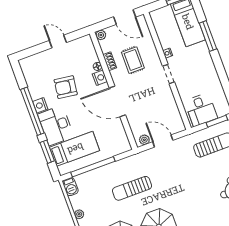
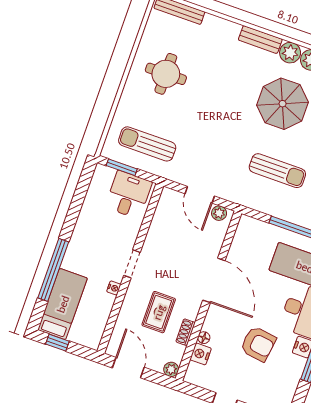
window: (208, 36) -> (53, 270), width x1.46
nightstand: (100, 78) -> (201, 354), moved

